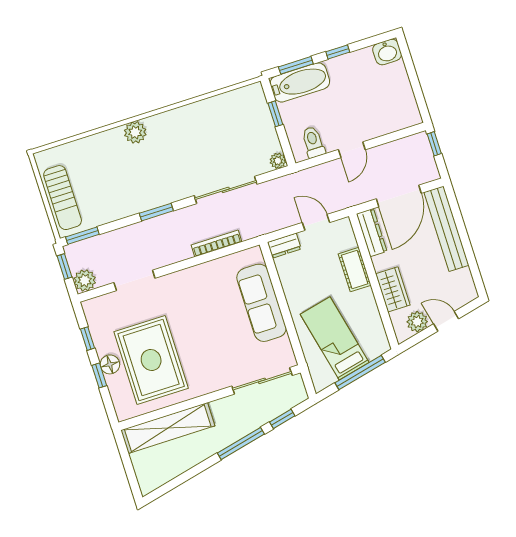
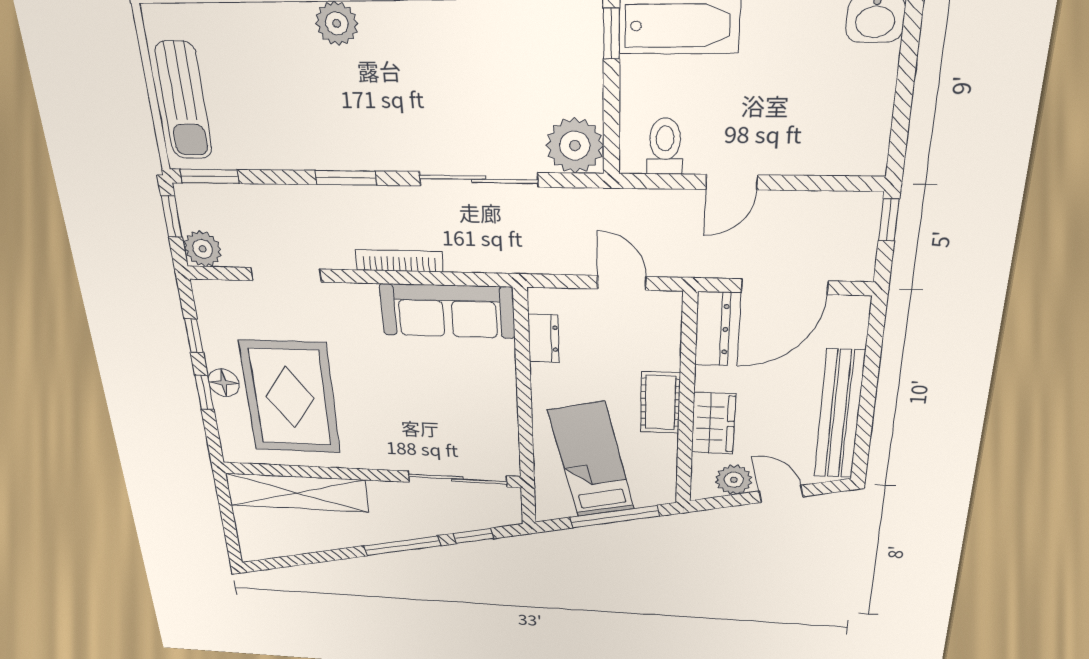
window: (275, 114) -> (611, 34), moved
plant: (278, 161) -> (575, 146), width x1.87, depth x1.87
bench: (446, 229) -> (839, 415), moved
bookcase: (217, 243) -> (399, 261), moved
dresser: (284, 246) -> (544, 338), moved, turned -90
cot: (355, 270) -> (660, 403), moved
sofa: (261, 303) -> (447, 311), moved, turned -90

